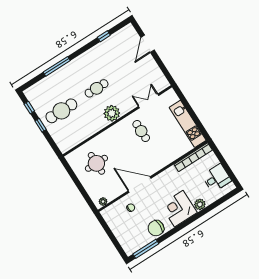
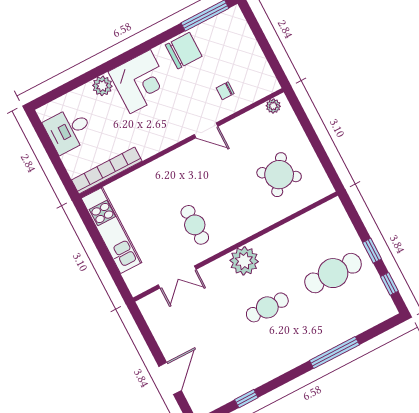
round table: (96, 163) -> (279, 175), turned 34
door: (140, 185) -> (206, 130), width x0.53

